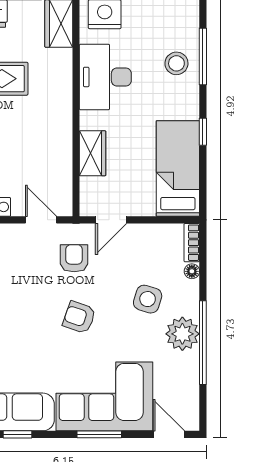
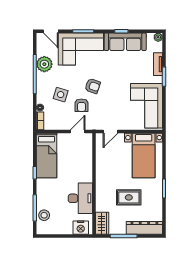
stool: (176, 63) -> (44, 215), moved
wardrobe: (93, 153) -> (86, 163), removed
door: (41, 220) -> (110, 131), hinge flipped
armchair: (74, 258) -> (81, 105), moved
plant: (182, 334) -> (44, 64), moved

